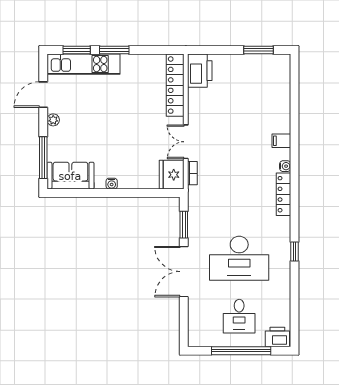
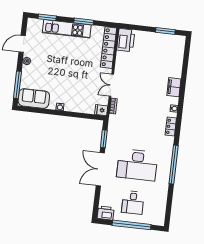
window: (114, 50) -> (84, 22), moved
kitchen unit: (83, 64) -> (67, 29), moved
filing cabinet: (281, 141) -> (174, 87), width x2.00
fridge: (172, 175) -> (101, 110), width x0.53, depth x0.75
locker: (284, 194) -> (171, 127), width x0.66
window: (294, 251) -> (174, 165), width x3.17
printer: (277, 337) -> (106, 213), moved

